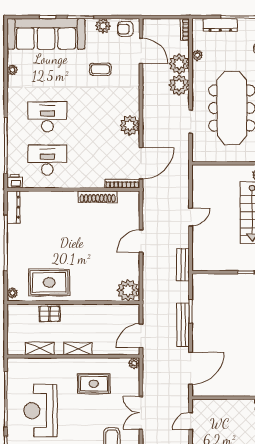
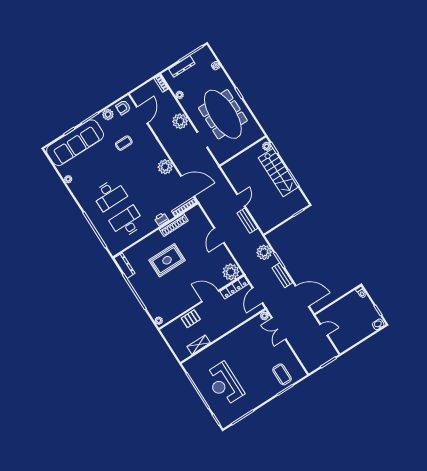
door: (141, 51) -> (142, 115), hinge flipped
plant: (179, 64) -> (264, 252), moved
desk: (47, 117) -> (109, 195), turned 180
door: (141, 163) -> (188, 186), hinge flipped
printer: (15, 181) -> (161, 219), moved
bench: (183, 265) -> (247, 221), moved
rug: (49, 282) -> (167, 260), moved
door: (88, 303) -> (210, 296), added
locker: (121, 310) -> (234, 288), added
bench: (183, 325) -> (282, 275), width x0.73
shelving: (78, 349) -> (223, 329), removed
door: (191, 368) -> (302, 296), hinge flipped
rug: (94, 384) -> (247, 345), removed
double door: (141, 413) -> (279, 329), moved
door: (191, 421) -> (324, 330), swing flipped

